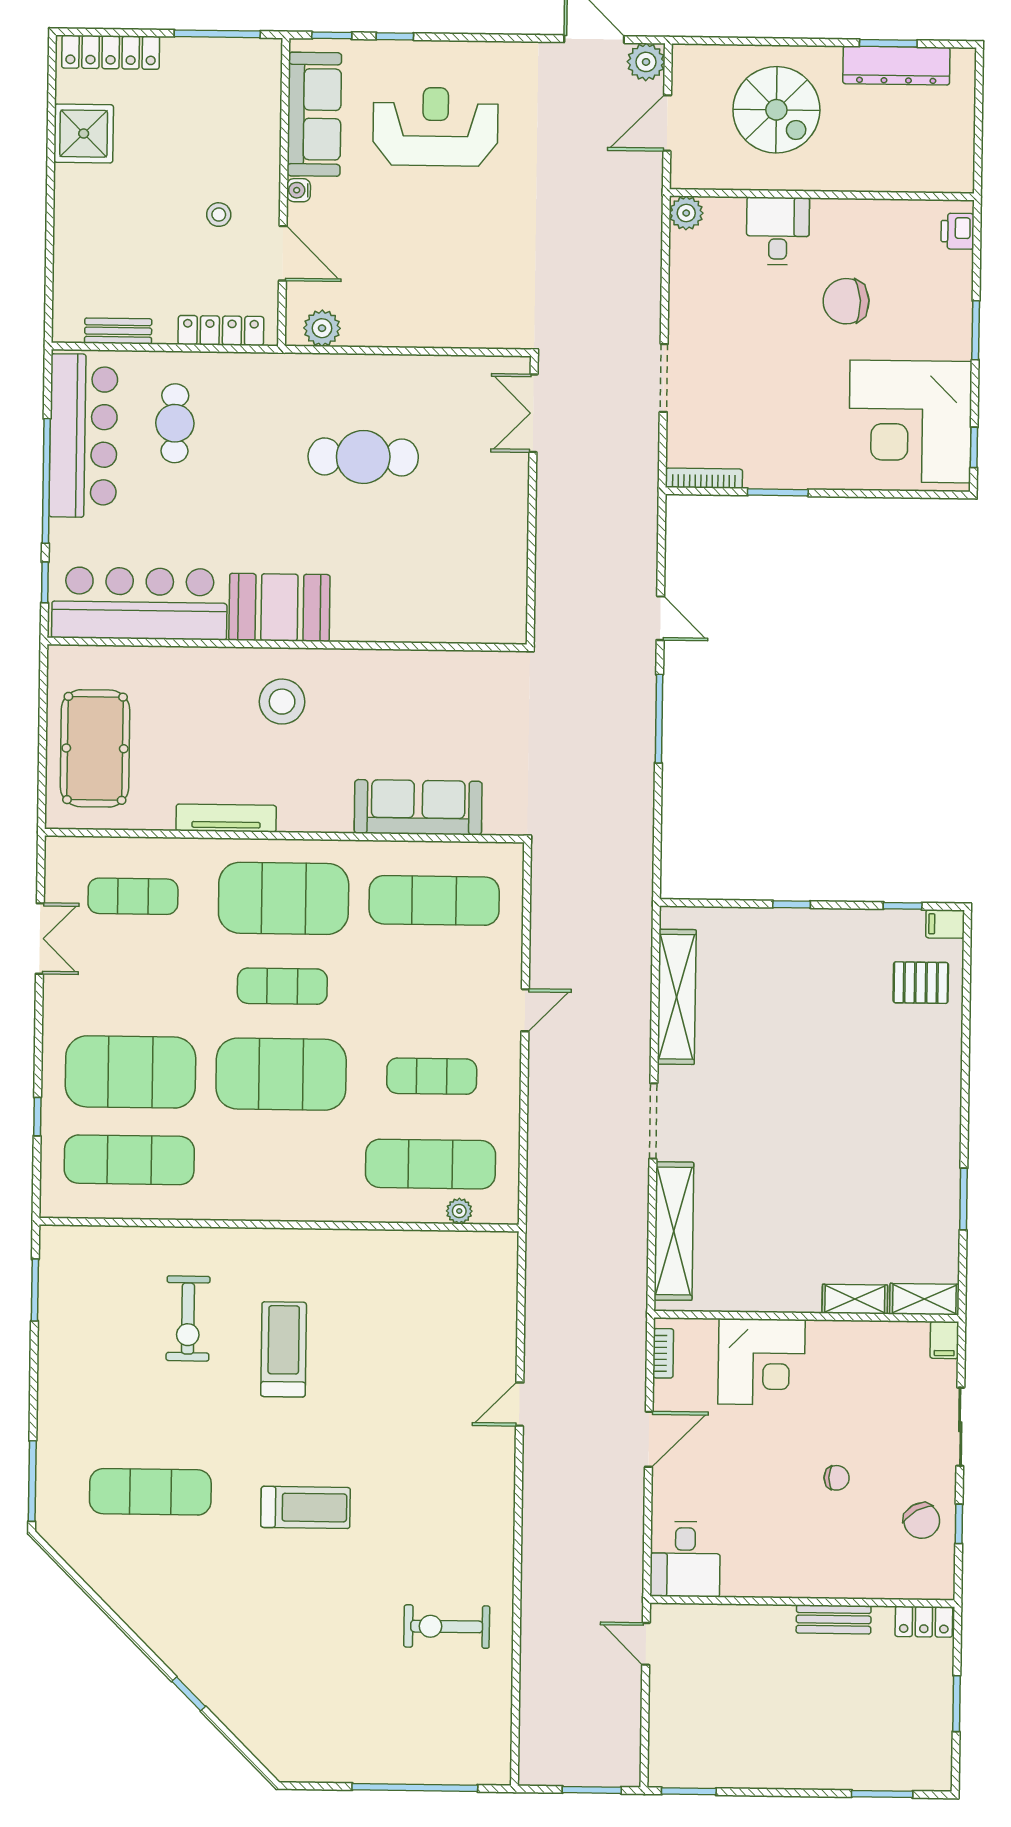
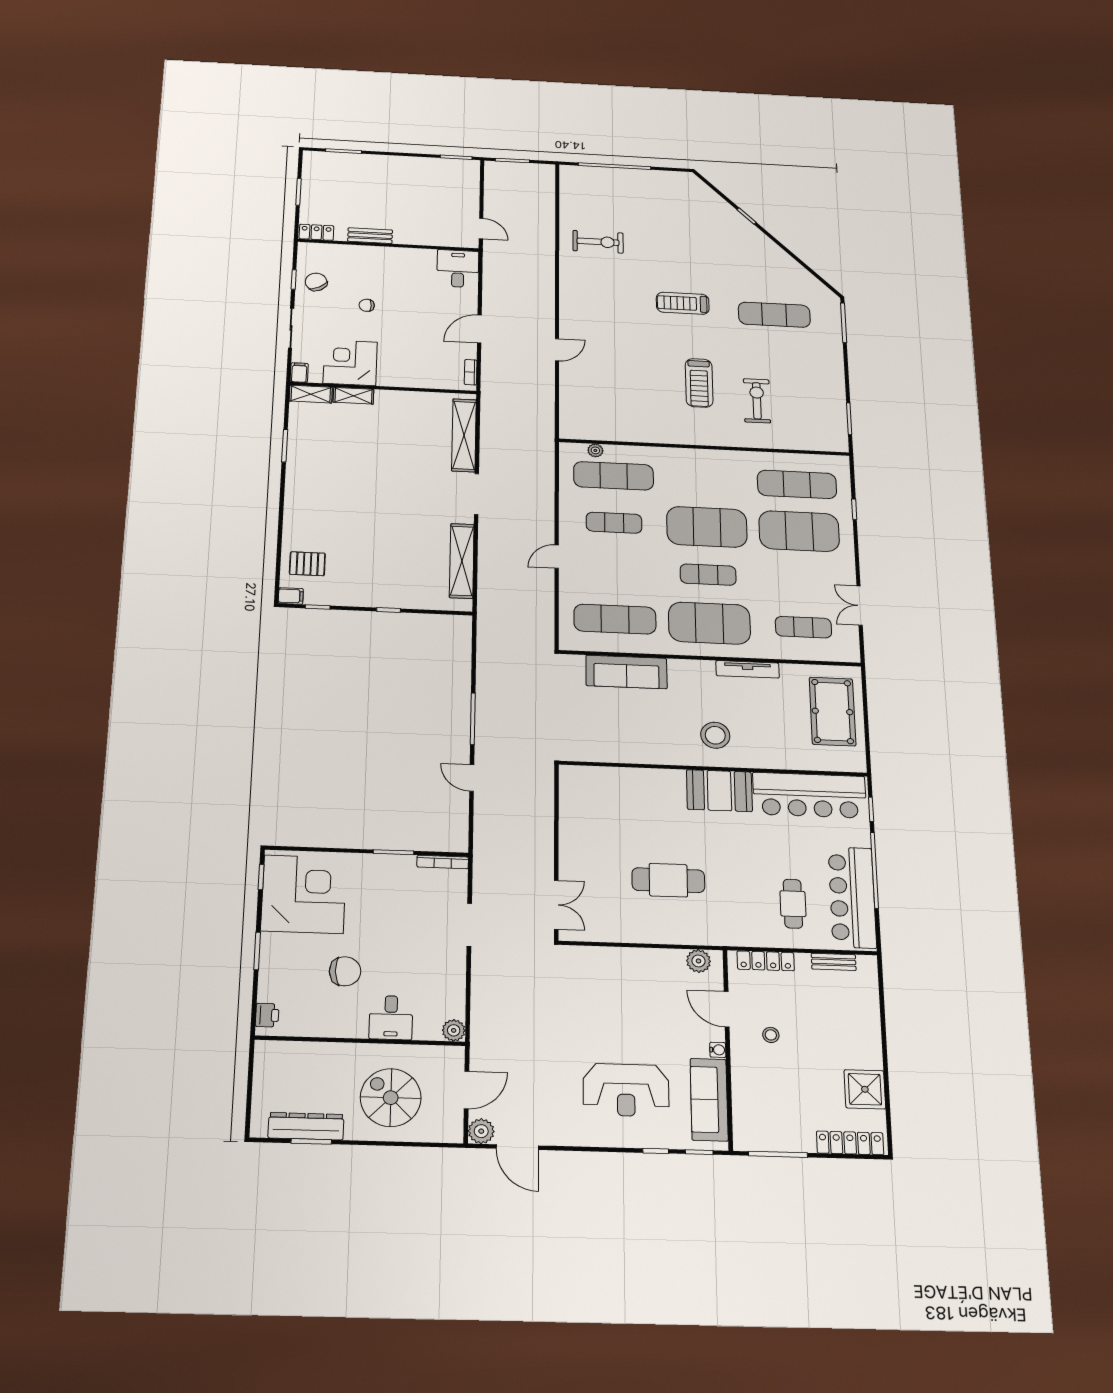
corner desk: (762, 1362) -> (350, 363), moved

